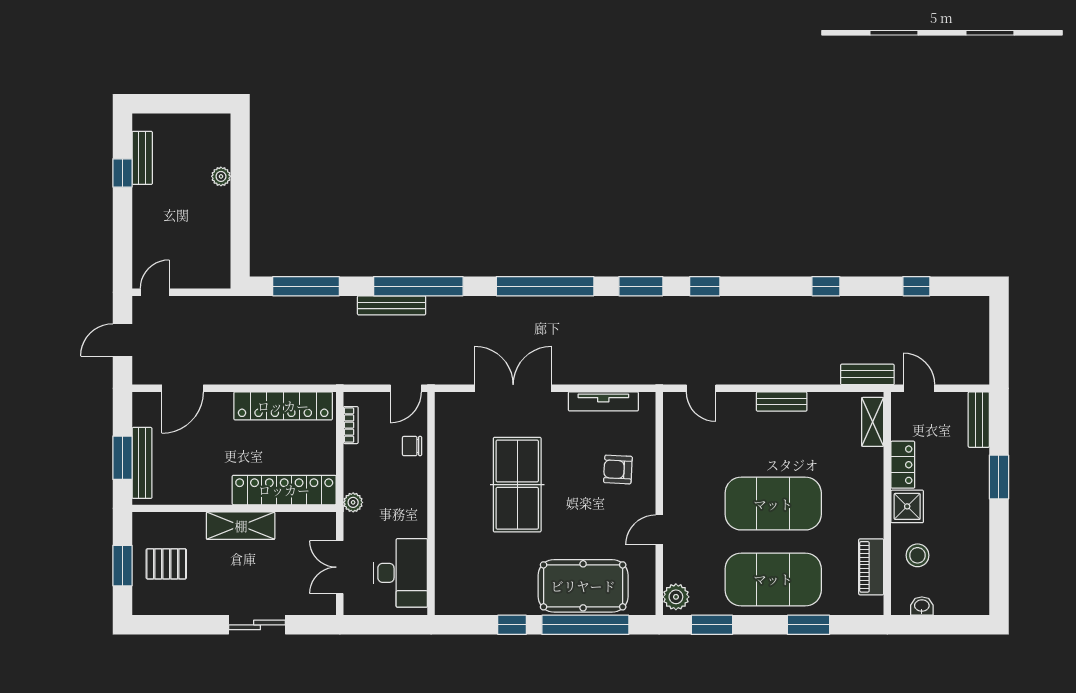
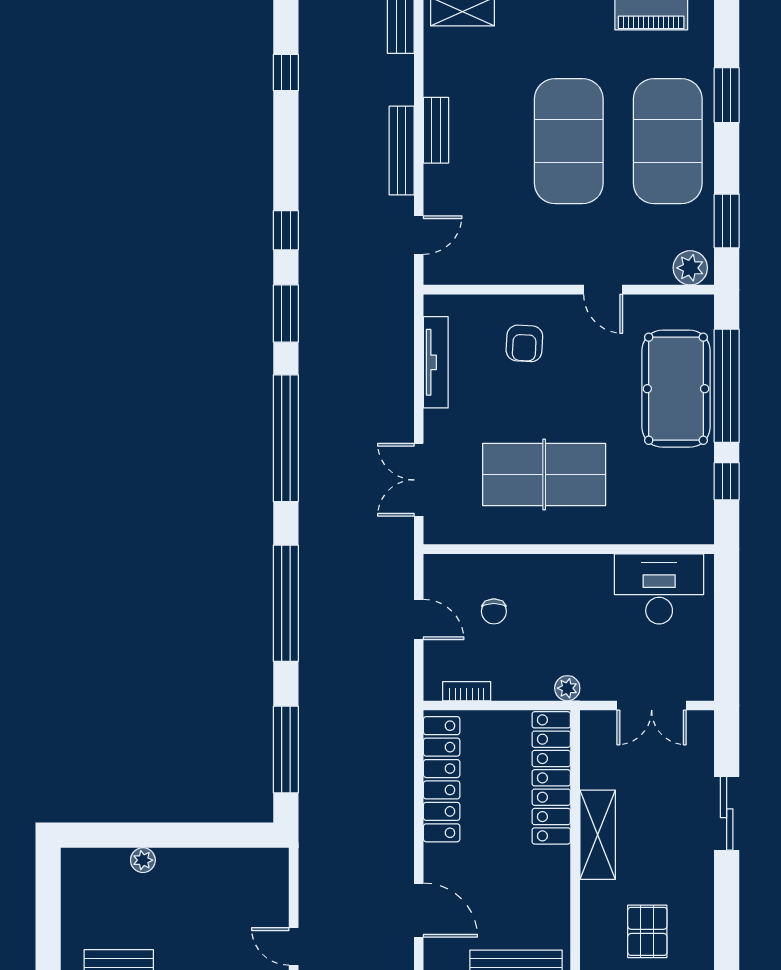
bench: (392, 305) -> (402, 151), moved
double door: (513, 388) -> (419, 480), width x0.73
wall: (431, 504) -> (569, 549), moved
desk: (401, 573) -> (659, 589), moved

